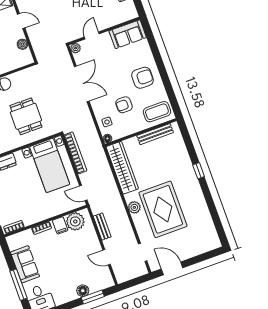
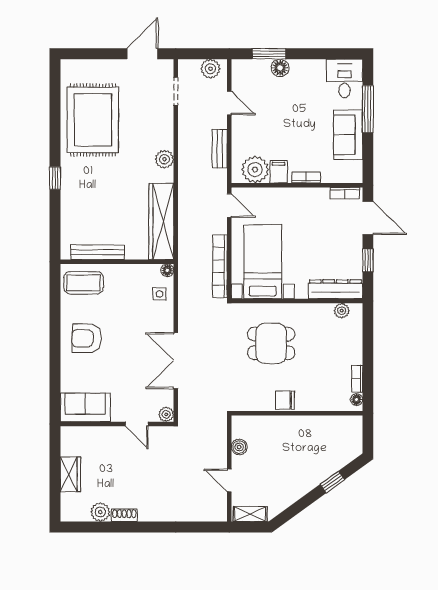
door: (92, 35) -> (137, 424), hinge flipped
armchair: (124, 105) -> (127, 309), removed
dining table: (26, 116) -> (271, 343), turned 90
rug: (163, 209) -> (93, 120), moved
door: (172, 268) -> (142, 54), swing flipped
plant: (126, 274) -> (210, 69), added

